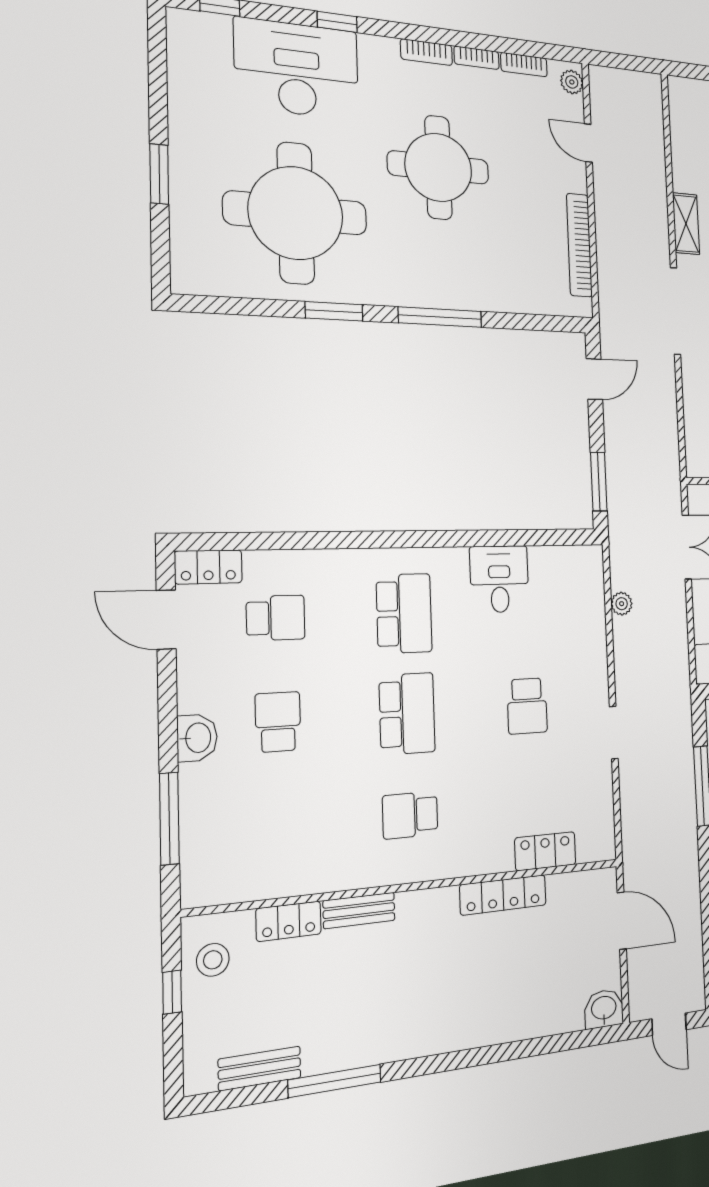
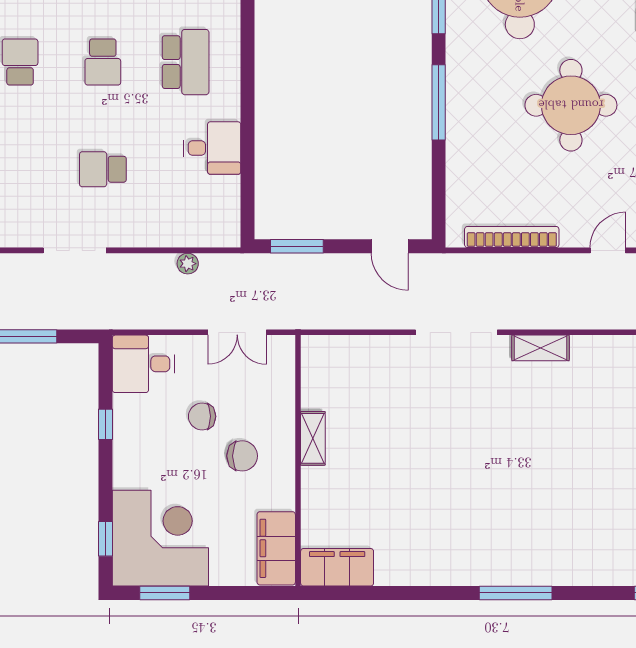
school desk: (404, 613) -> (186, 62), turned -90
school desk: (407, 714) -> (103, 62), width x0.54
doorway: (614, 733) -> (75, 250), width x1.38

